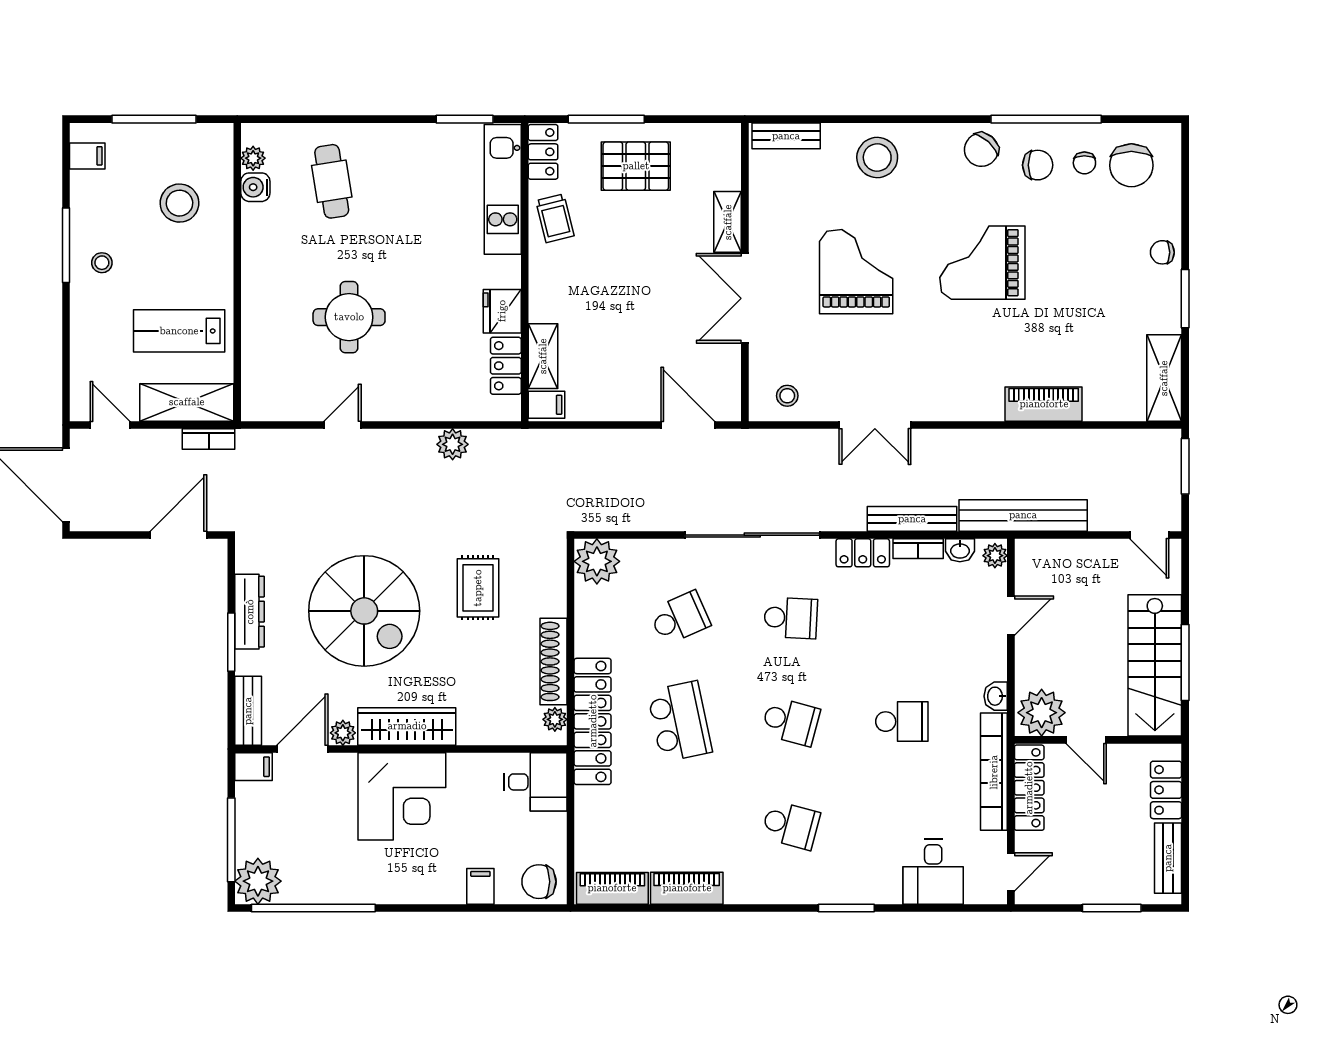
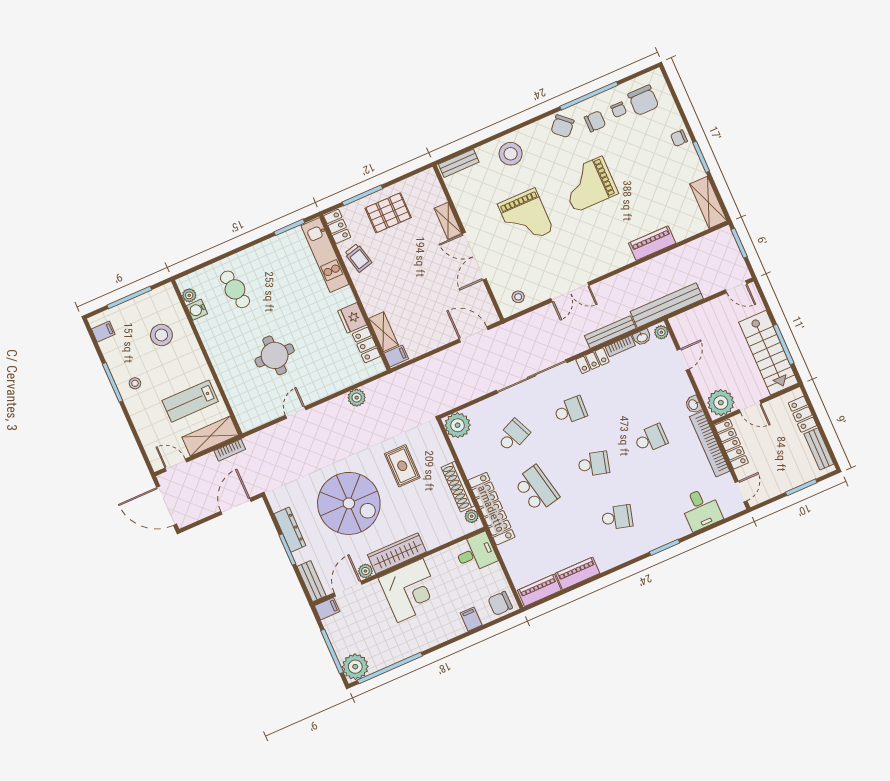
grand piano: (856, 272) -> (526, 217), turned 180

